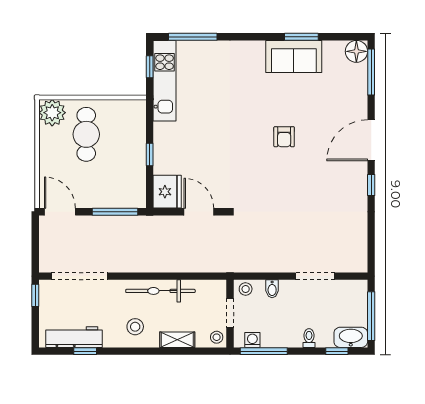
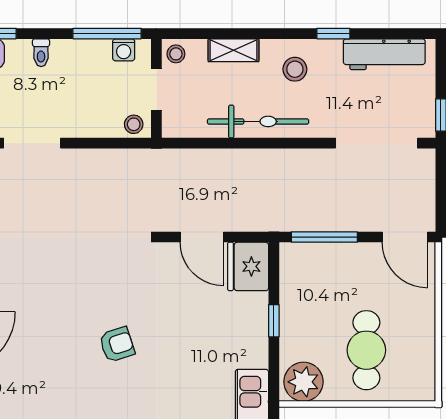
plant: (52, 113) -> (304, 382), moved
armchair: (284, 137) -> (117, 344), moved, turned 72
bidet: (272, 289) -> (95, 125), removed
window: (85, 351) -> (333, 34), moved

